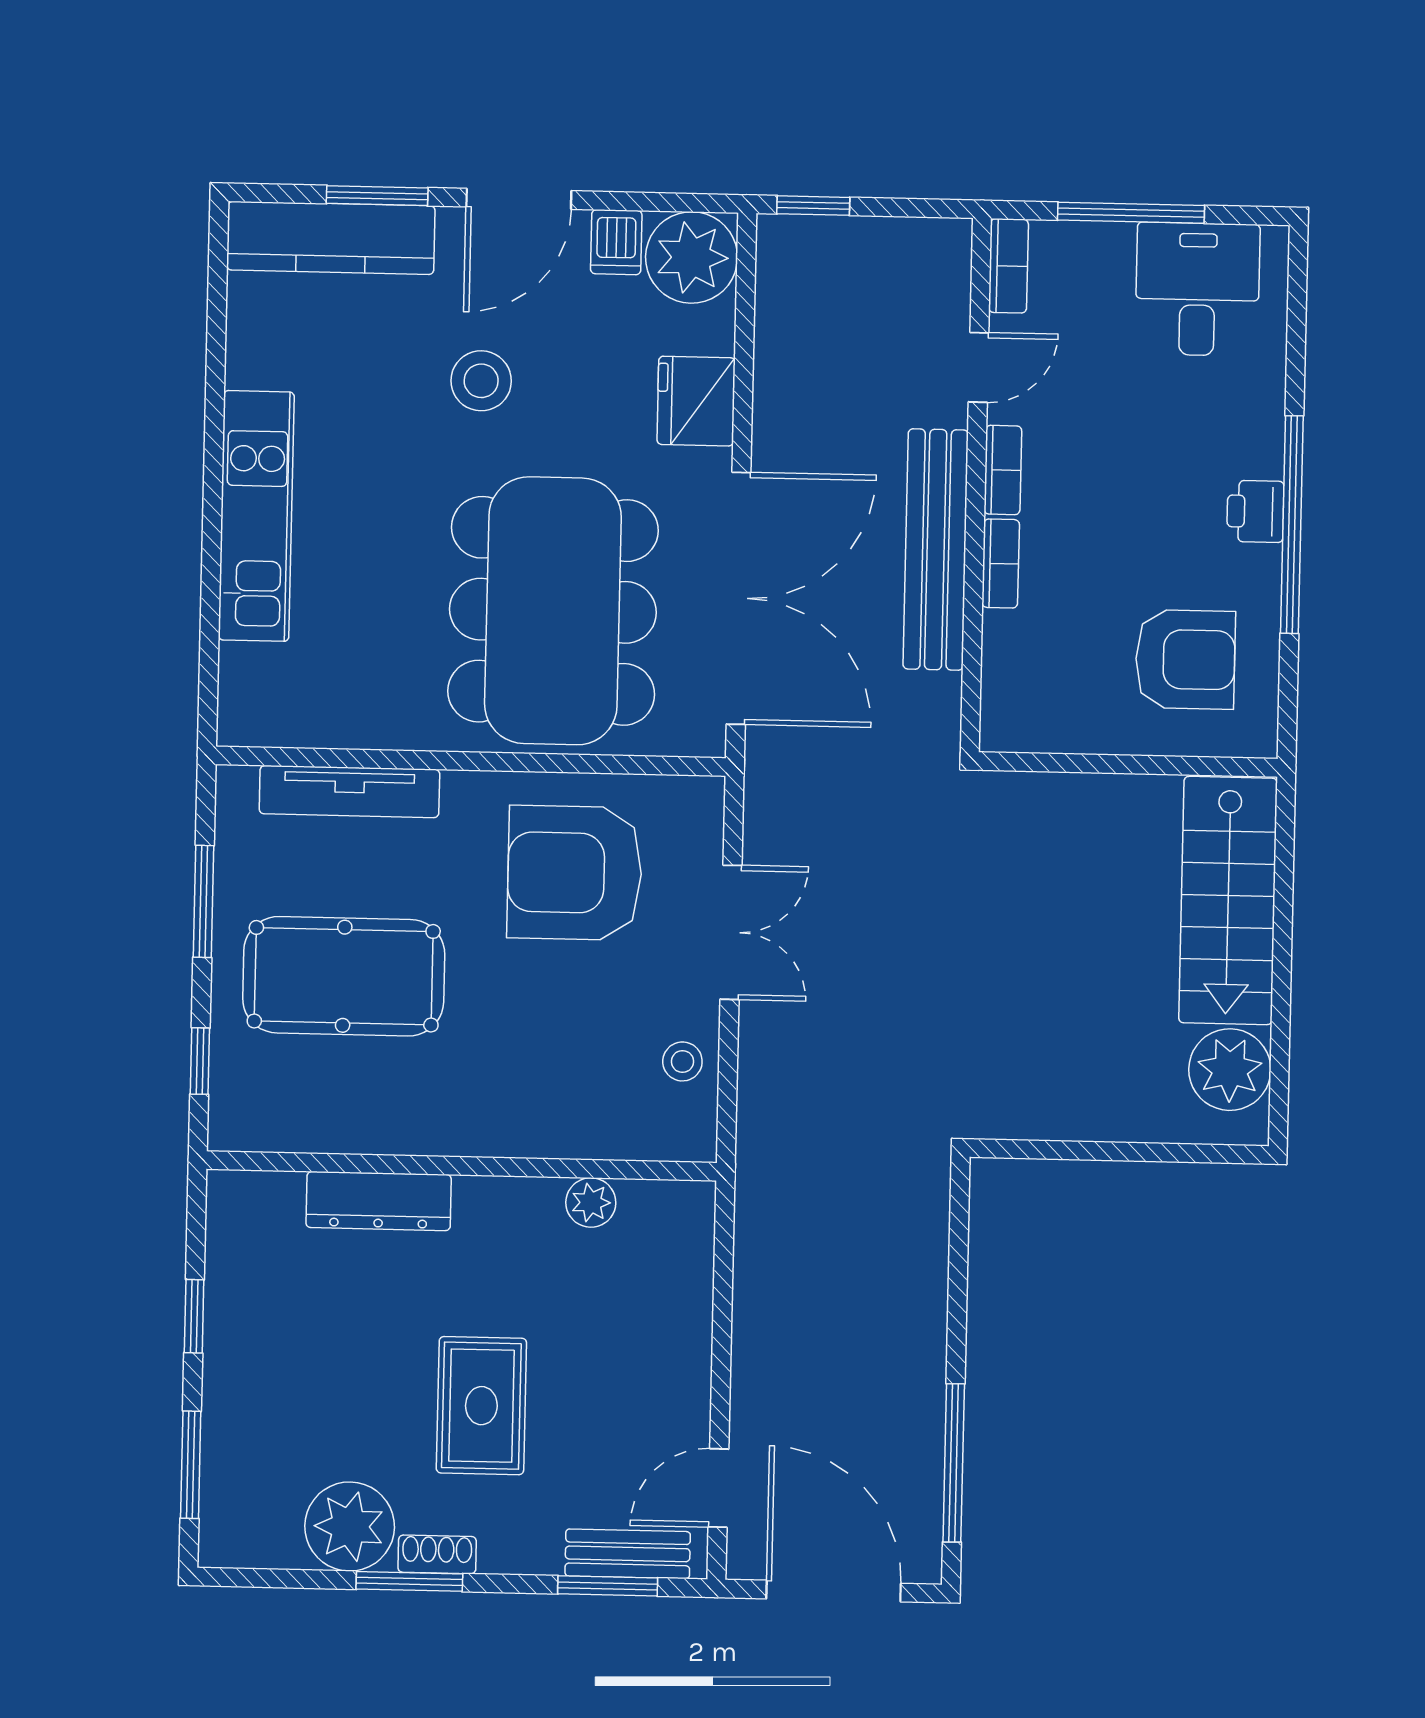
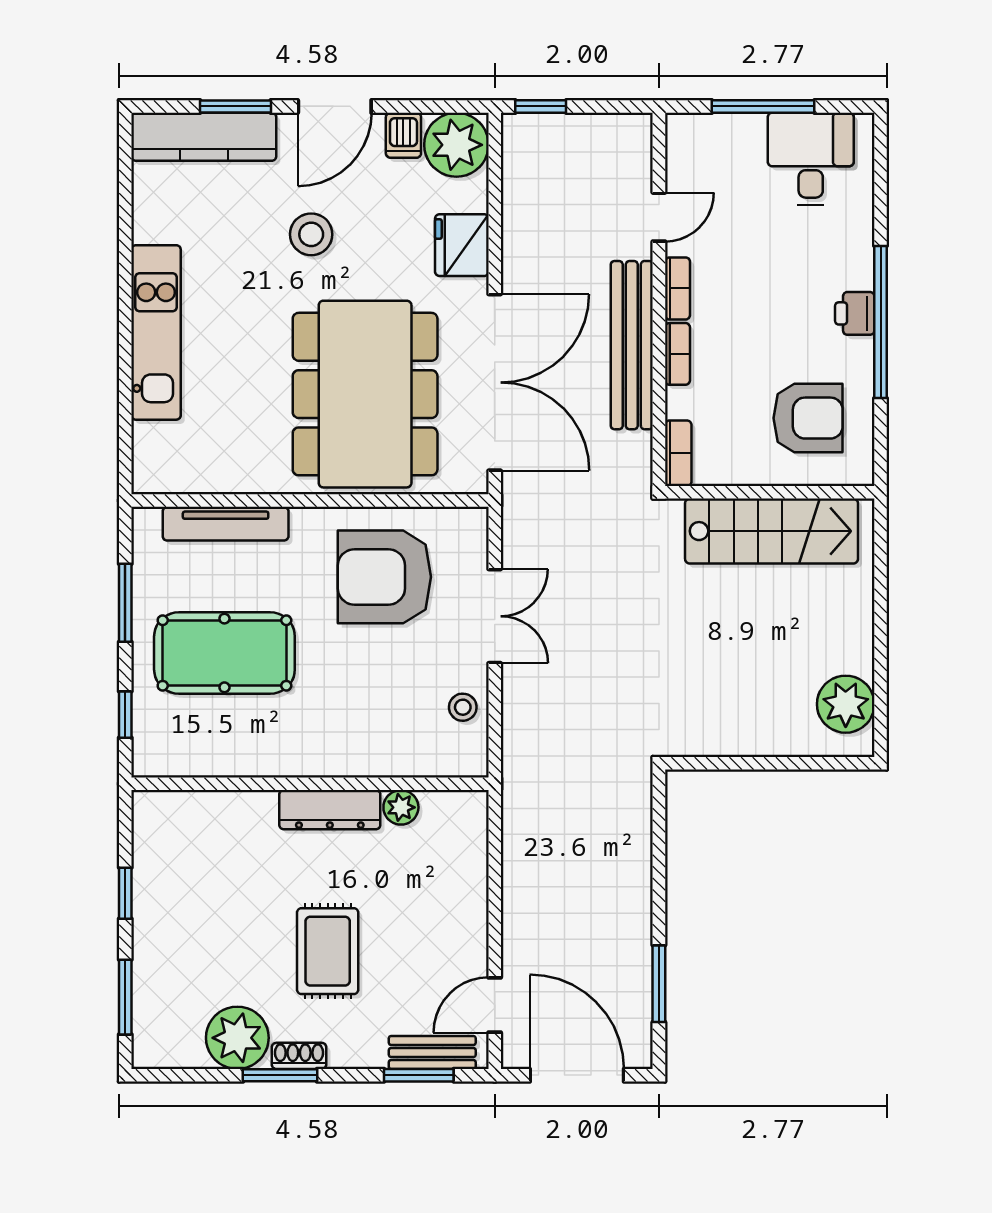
bookcase: (1008, 266) -> (678, 453), moved
stairs: (1228, 900) -> (772, 531), moved, turned -90
dresser: (379, 1201) -> (330, 810), moved
window: (954, 1463) -> (659, 984), width x0.69

